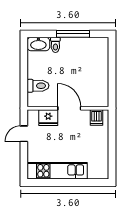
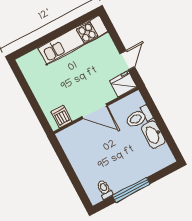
washbasin: (38, 44) -> (153, 135), moved, turned -90
toilet: (55, 45) -> (105, 189), moved
fridge: (48, 118) -> (123, 84), moved

